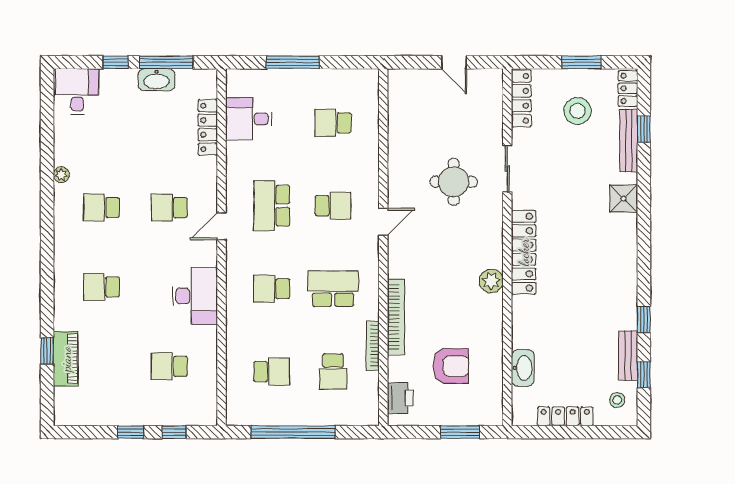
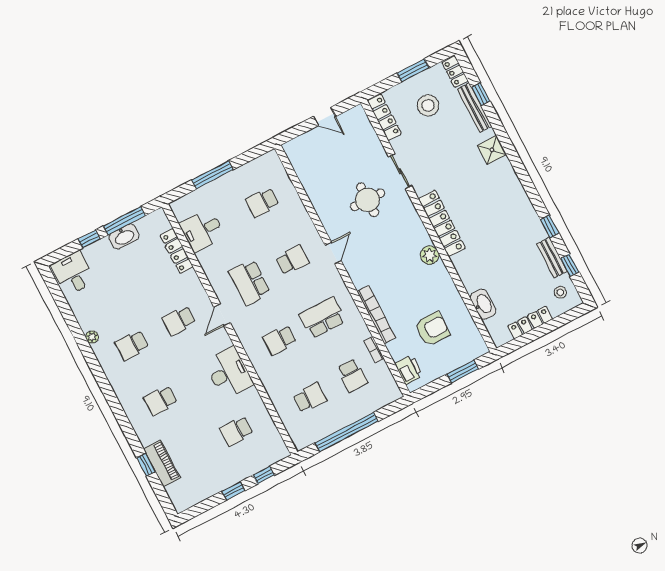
bookcase: (373, 346) -> (374, 349), width x0.64

